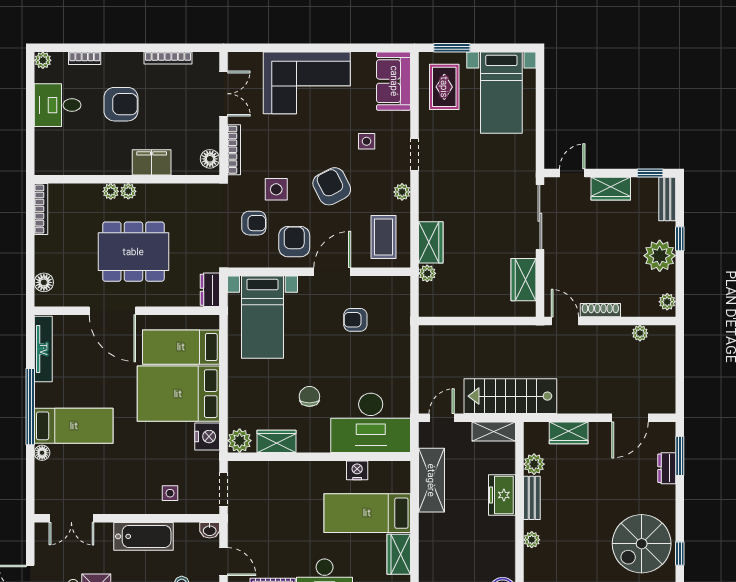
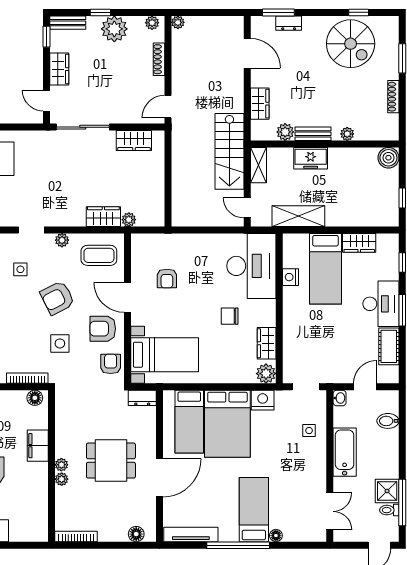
armchair: (254, 223) -> (111, 364), moved
dining table: (133, 252) -> (111, 461), width x0.73
shoe rack: (600, 310) -> (159, 59), moved
plant: (640, 333) -> (178, 22), moved

